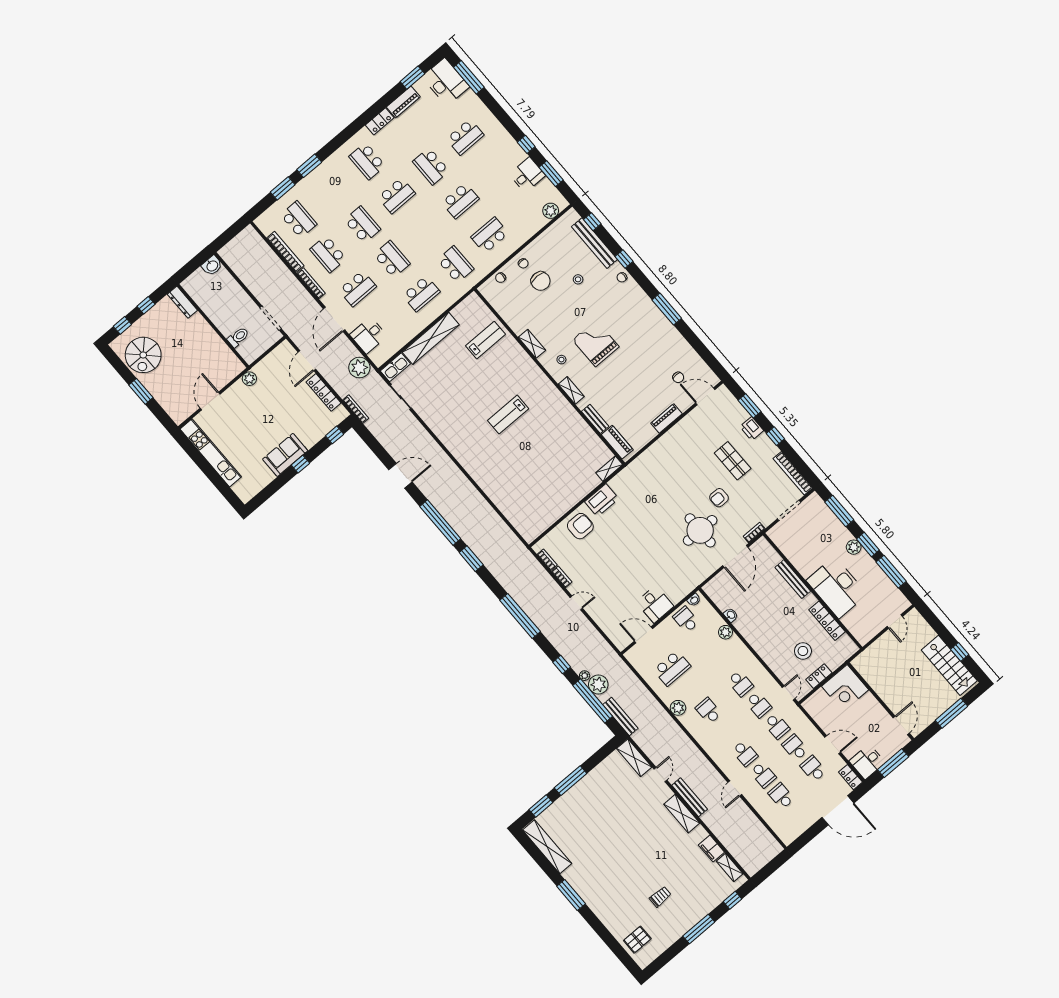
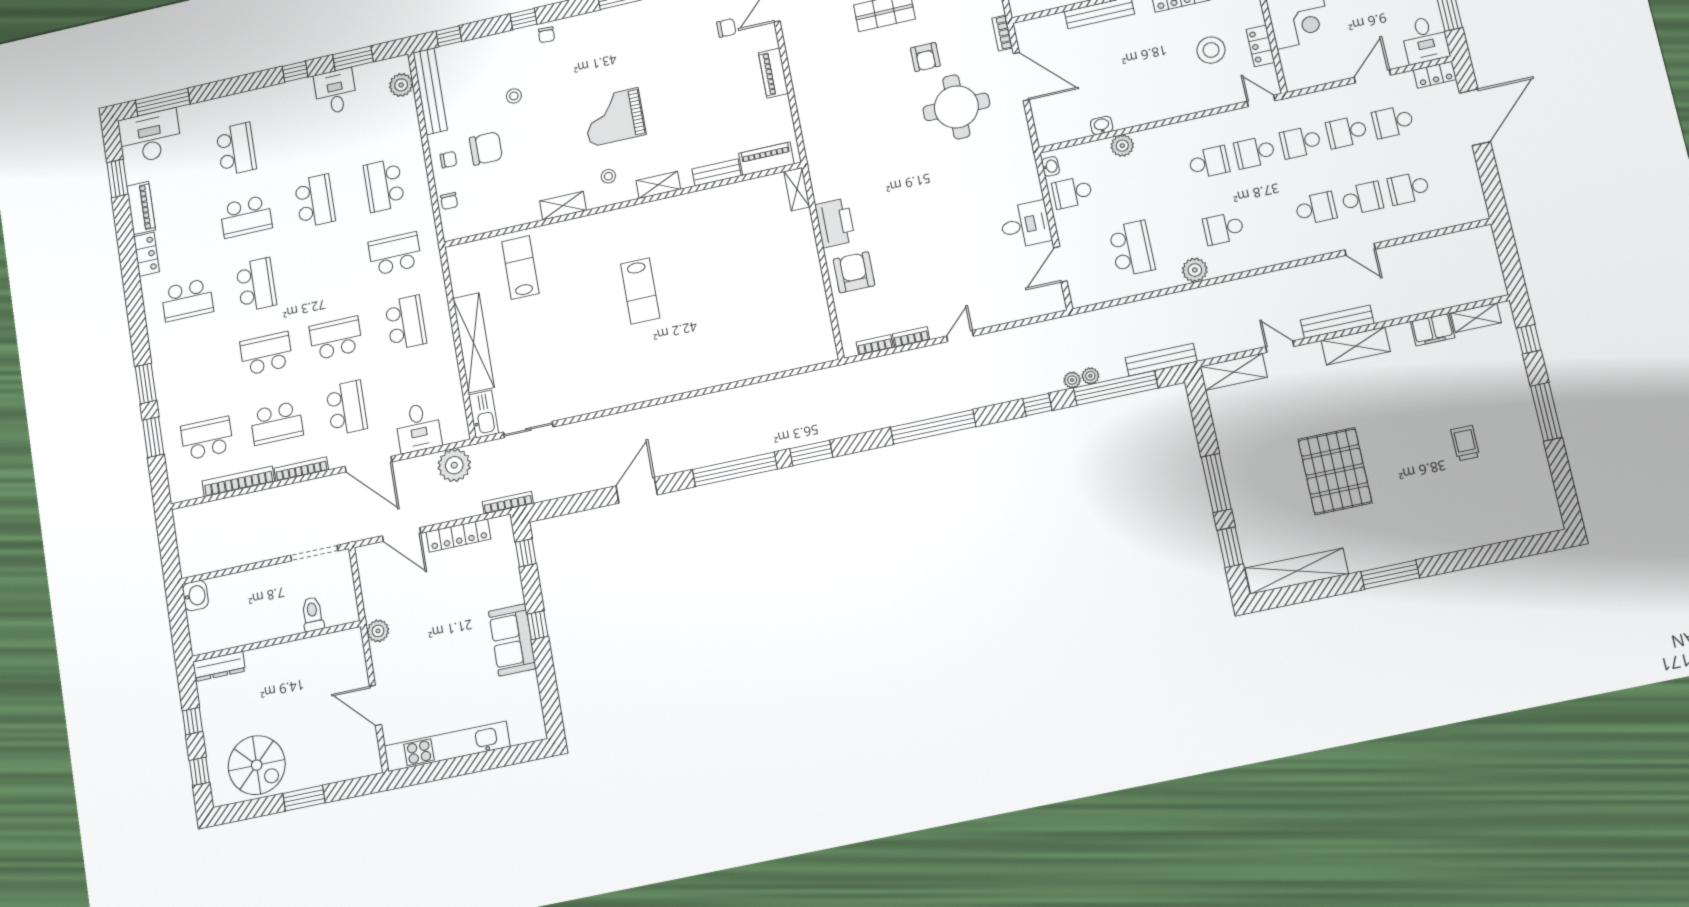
bench: (594, 243) -> (430, 91), moved, turned 90
plant: (598, 685) -> (1090, 376), width x0.53, depth x0.53
school desk: (759, 705) -> (1255, 152), turned 180
school desk: (777, 726) -> (1301, 142), turned 180
pallet: (637, 940) -> (1335, 471), moved, width x2.05, depth x2.00

